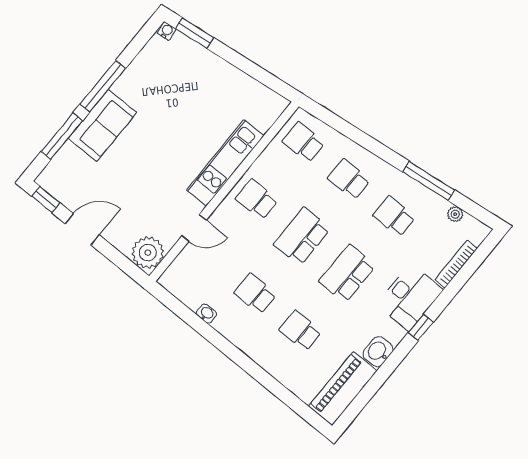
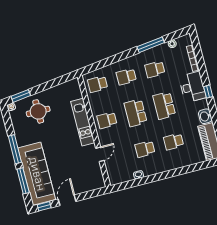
round table: (190, 79) -> (38, 111), added
sofa: (102, 125) -> (37, 174), width x1.85, depth x1.27
plant: (148, 253) -> (96, 180), removed

